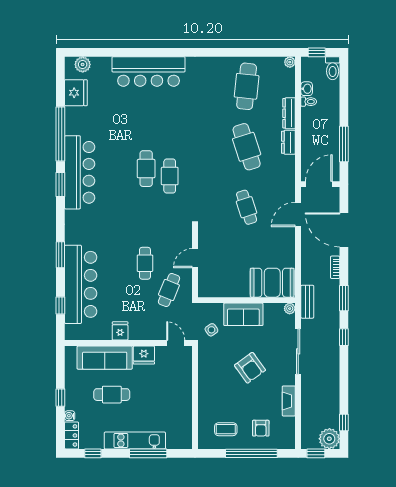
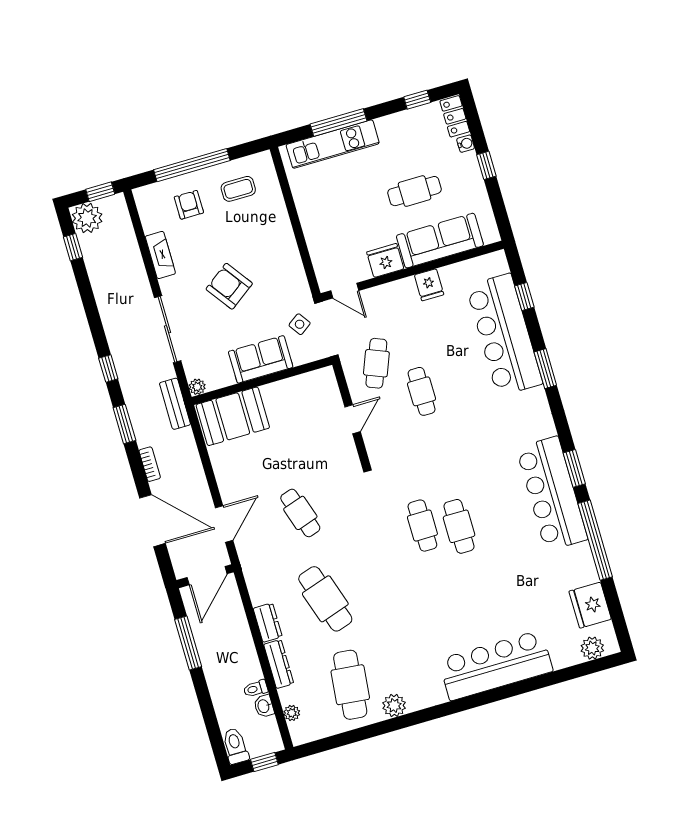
plant: (290, 62) -> (292, 713), moved
plant: (222, 65) -> (394, 705), added
kitchen unit: (135, 440) -> (333, 144), moved

